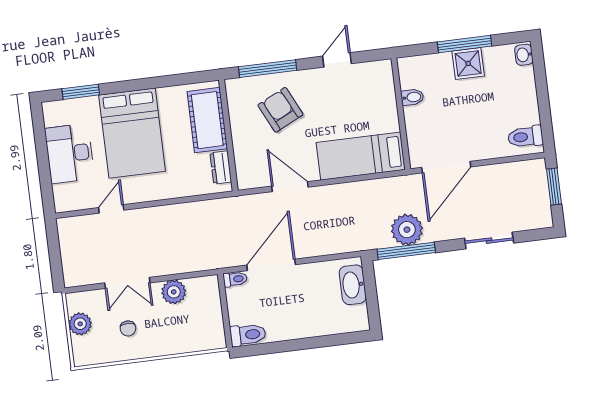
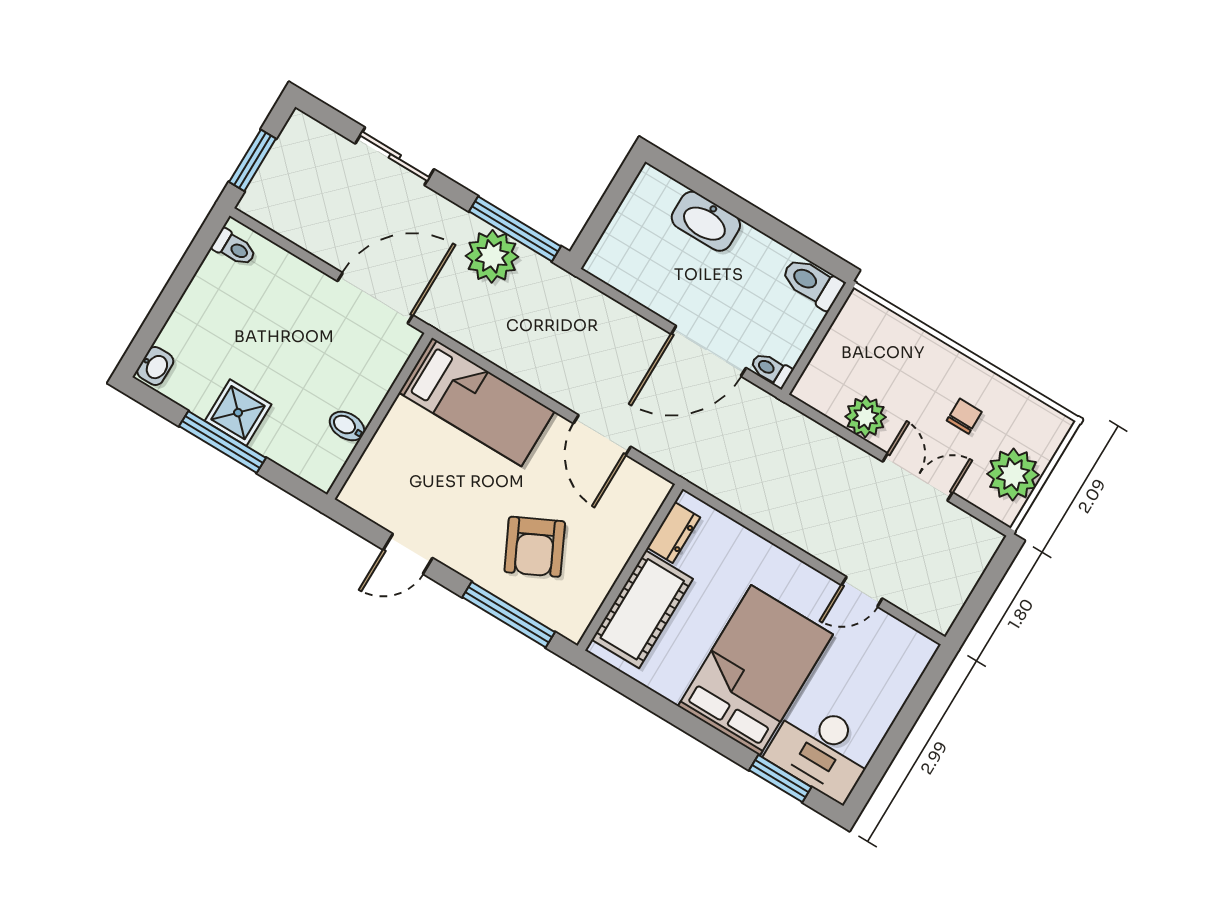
toilet: (525, 137) -> (234, 248), width x0.73, depth x0.72
desk: (70, 153) -> (822, 750), moved, turned 90
washbasin: (353, 285) -> (706, 221), moved, turned 90
plant: (80, 324) -> (1013, 474), width x1.36, depth x1.36

